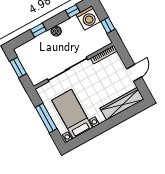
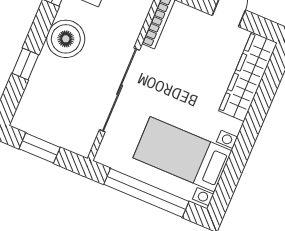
boiler: (56, 31) -> (66, 39), width x1.86, depth x1.86
window: (46, 118) -> (146, 193), width x1.46

